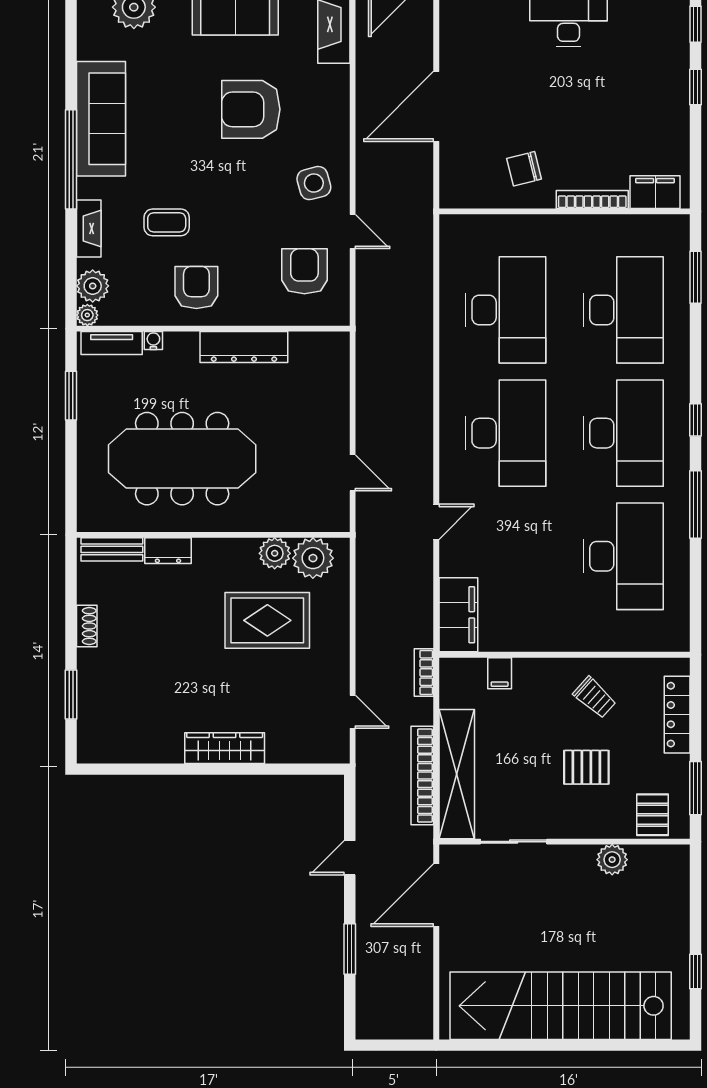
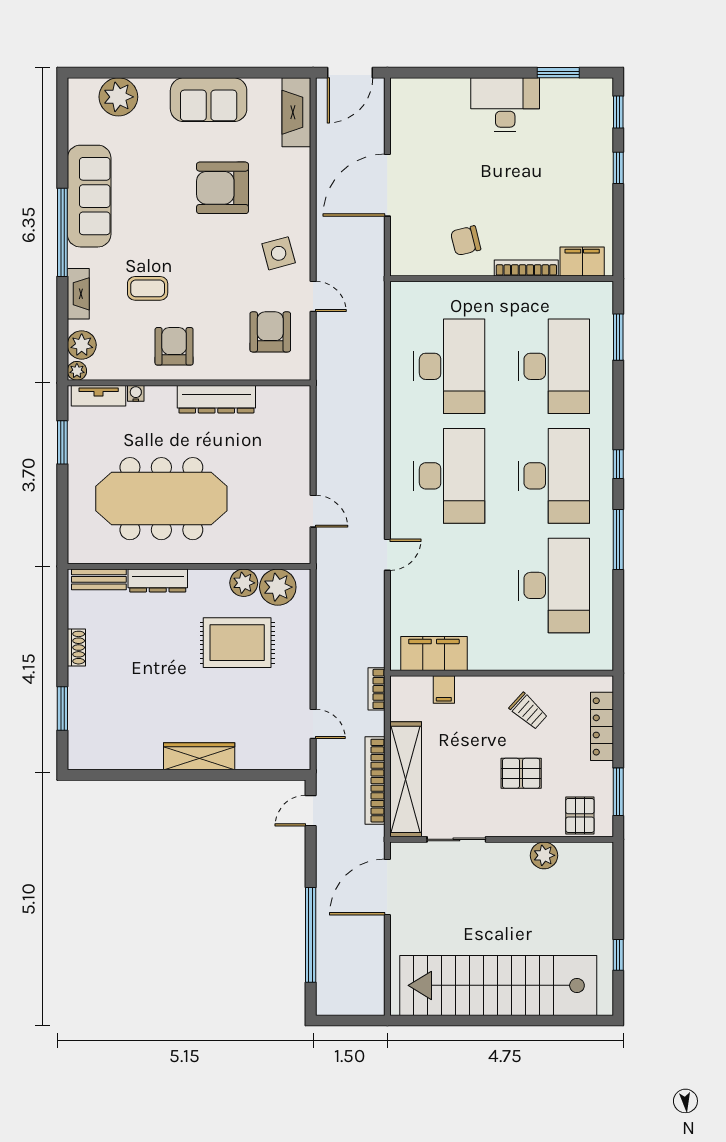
dresser: (168, 551) -> (158, 580), width x1.44
filing cabinet: (458, 615) -> (434, 654), moved, turned -90
door: (350, 858) -> (311, 811), moved
window: (350, 949) -> (311, 935), width x2.11

